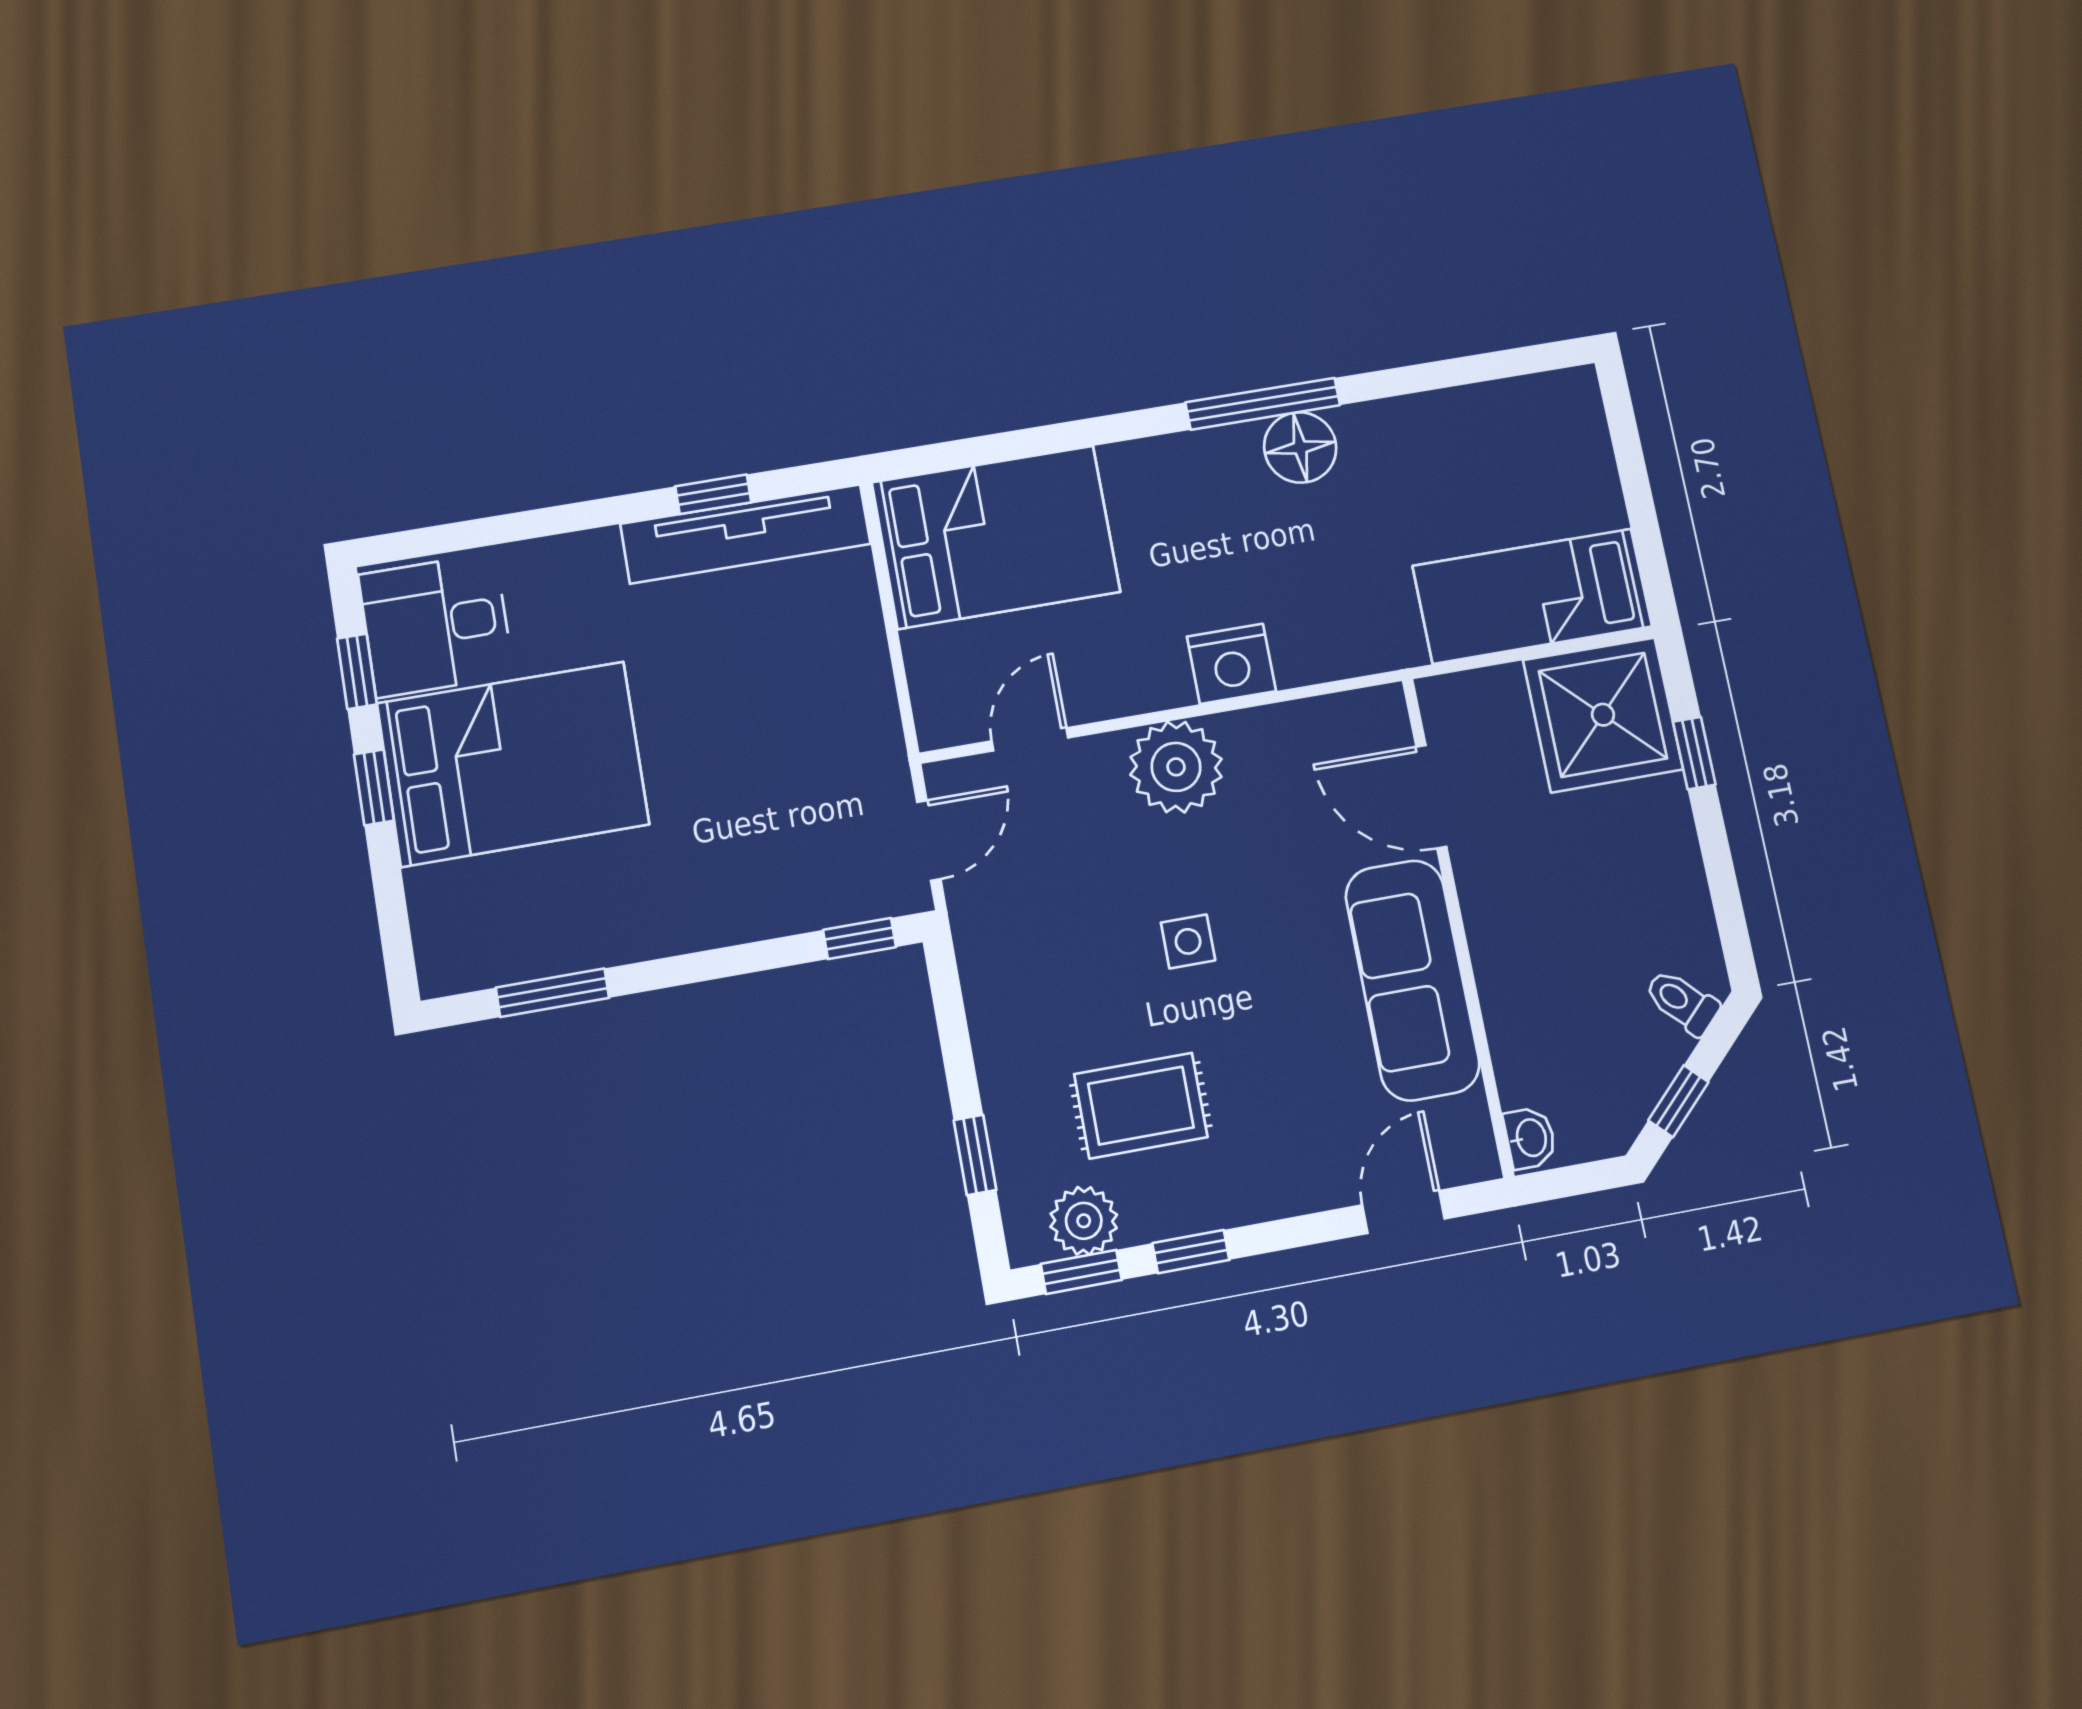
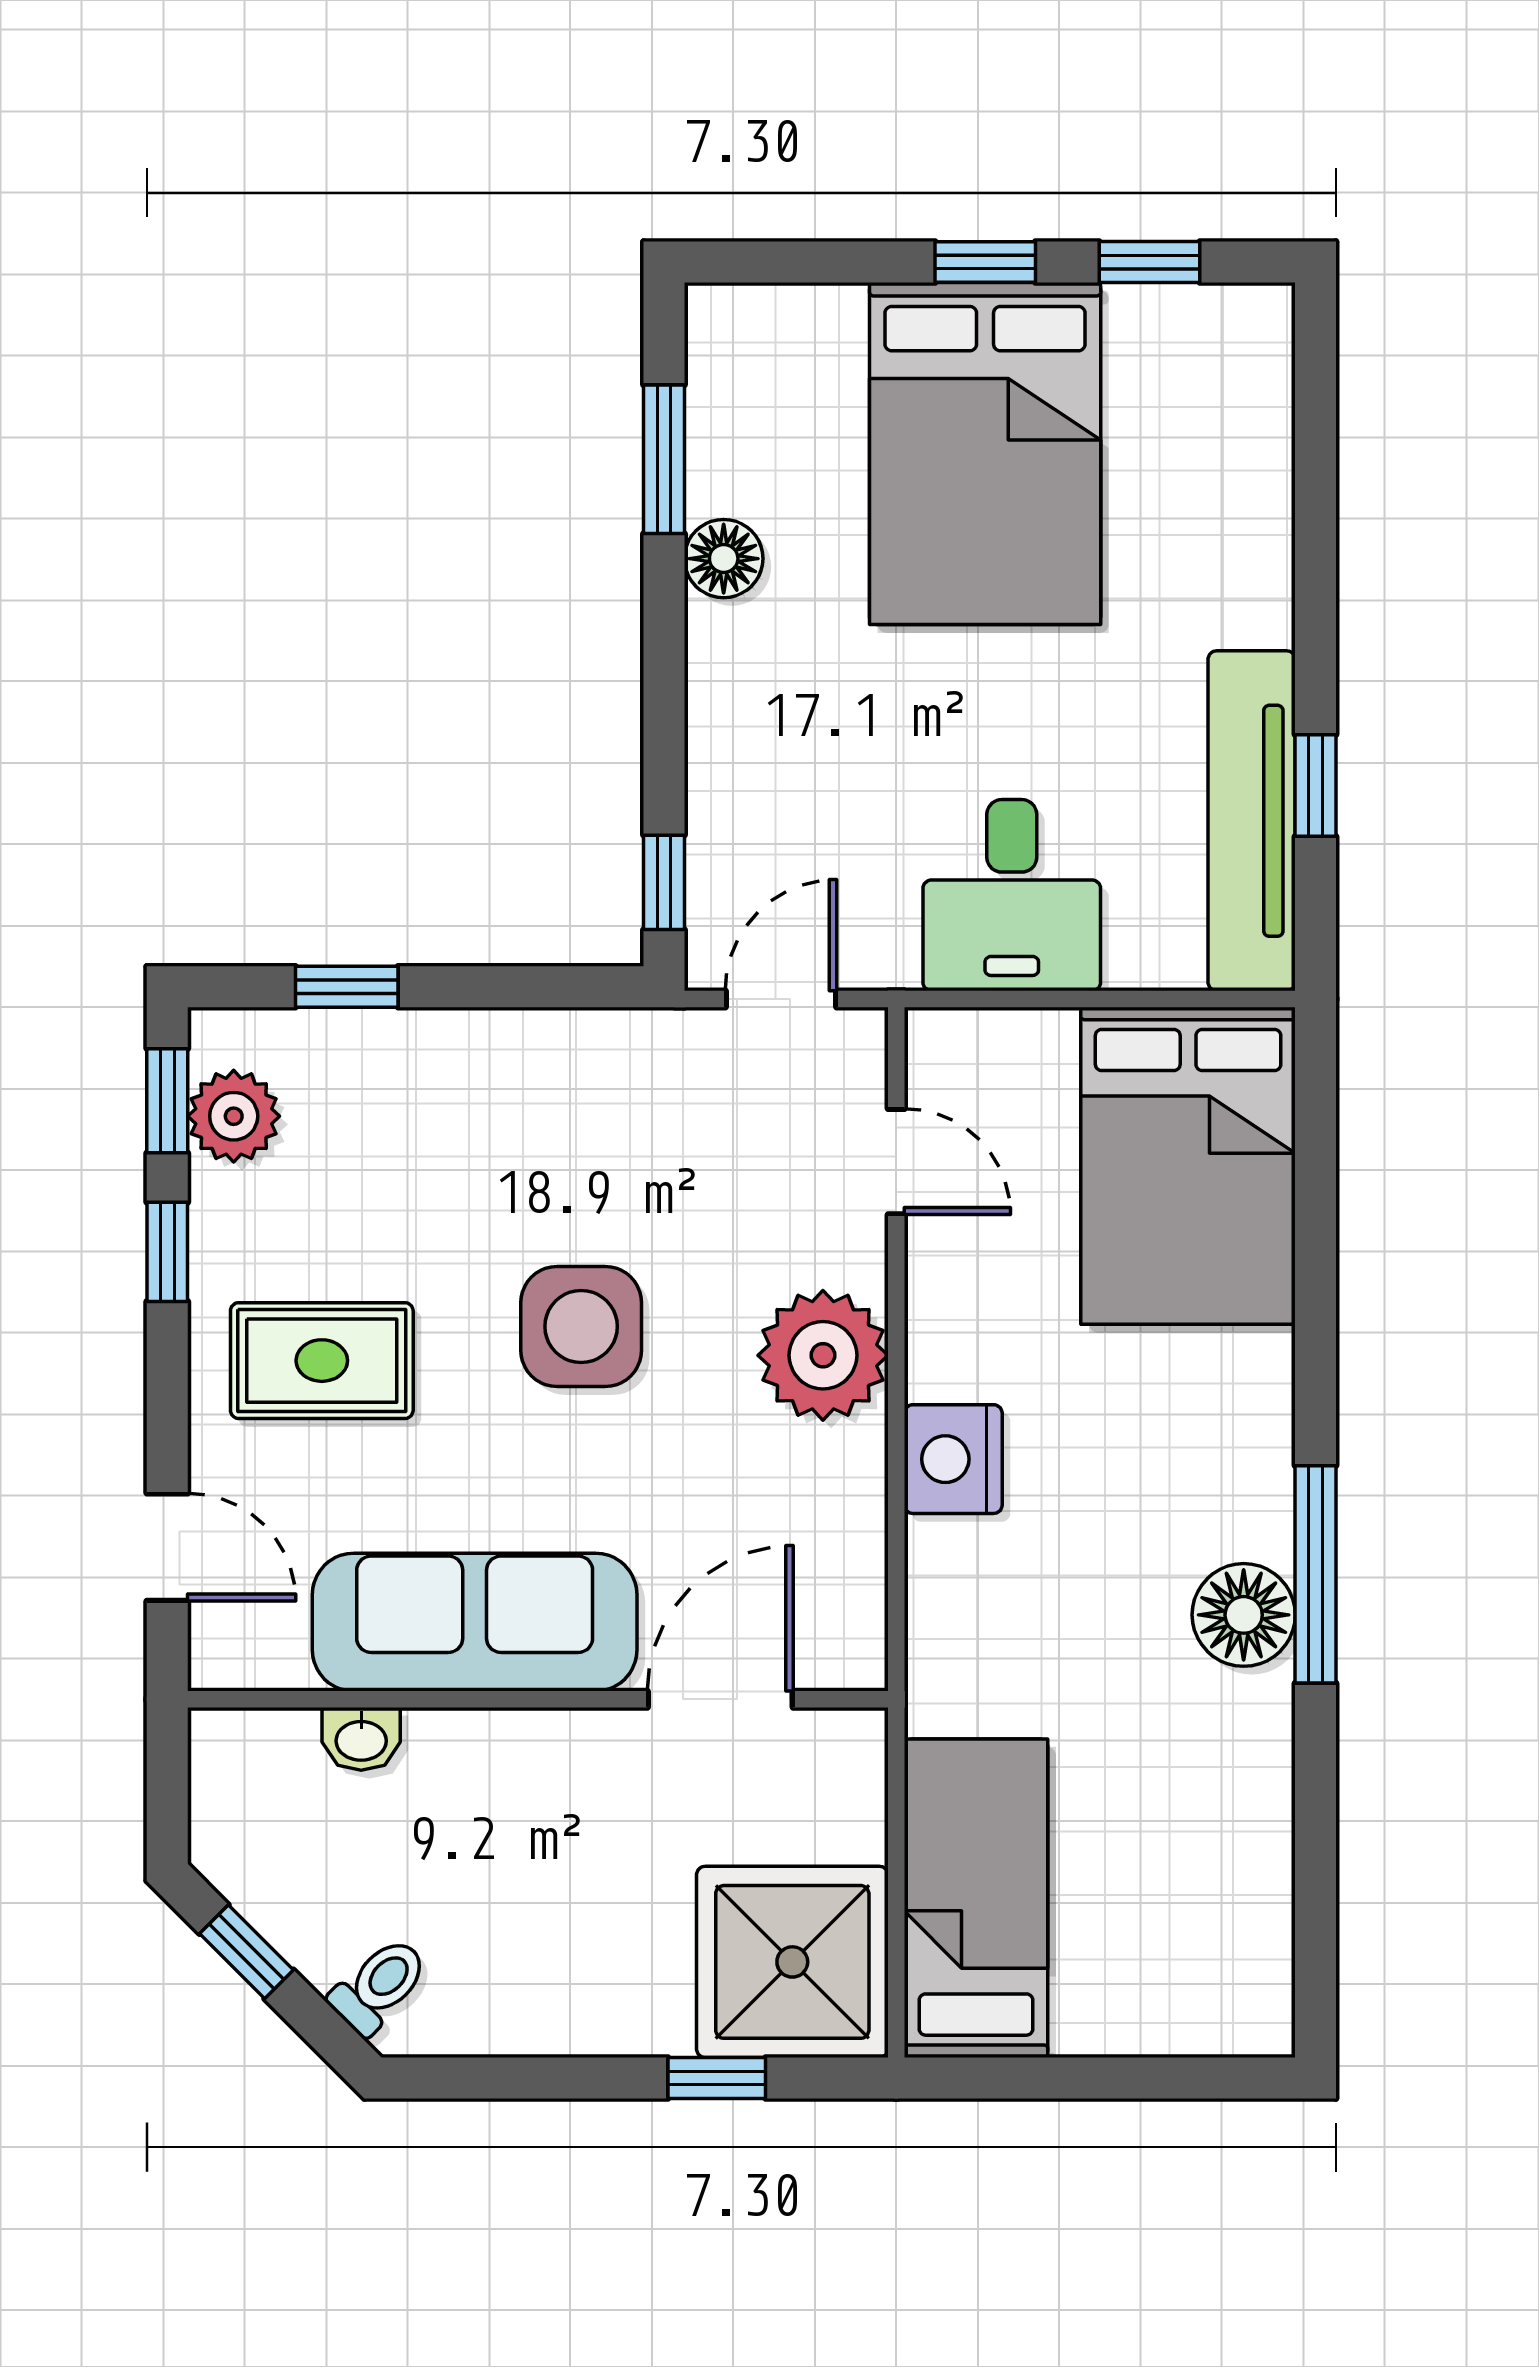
desk: (436, 625) -> (1012, 895), moved, turned 180
door: (929, 840) -> (781, 999), swing flipped
floor lamp: (618, 937) -> (724, 559), added
side table: (1188, 941) -> (581, 1326), width x1.87, depth x1.87
rug: (1141, 1106) -> (322, 1361), moved, turned 90
washbasin: (1530, 1138) -> (361, 1739), moved

